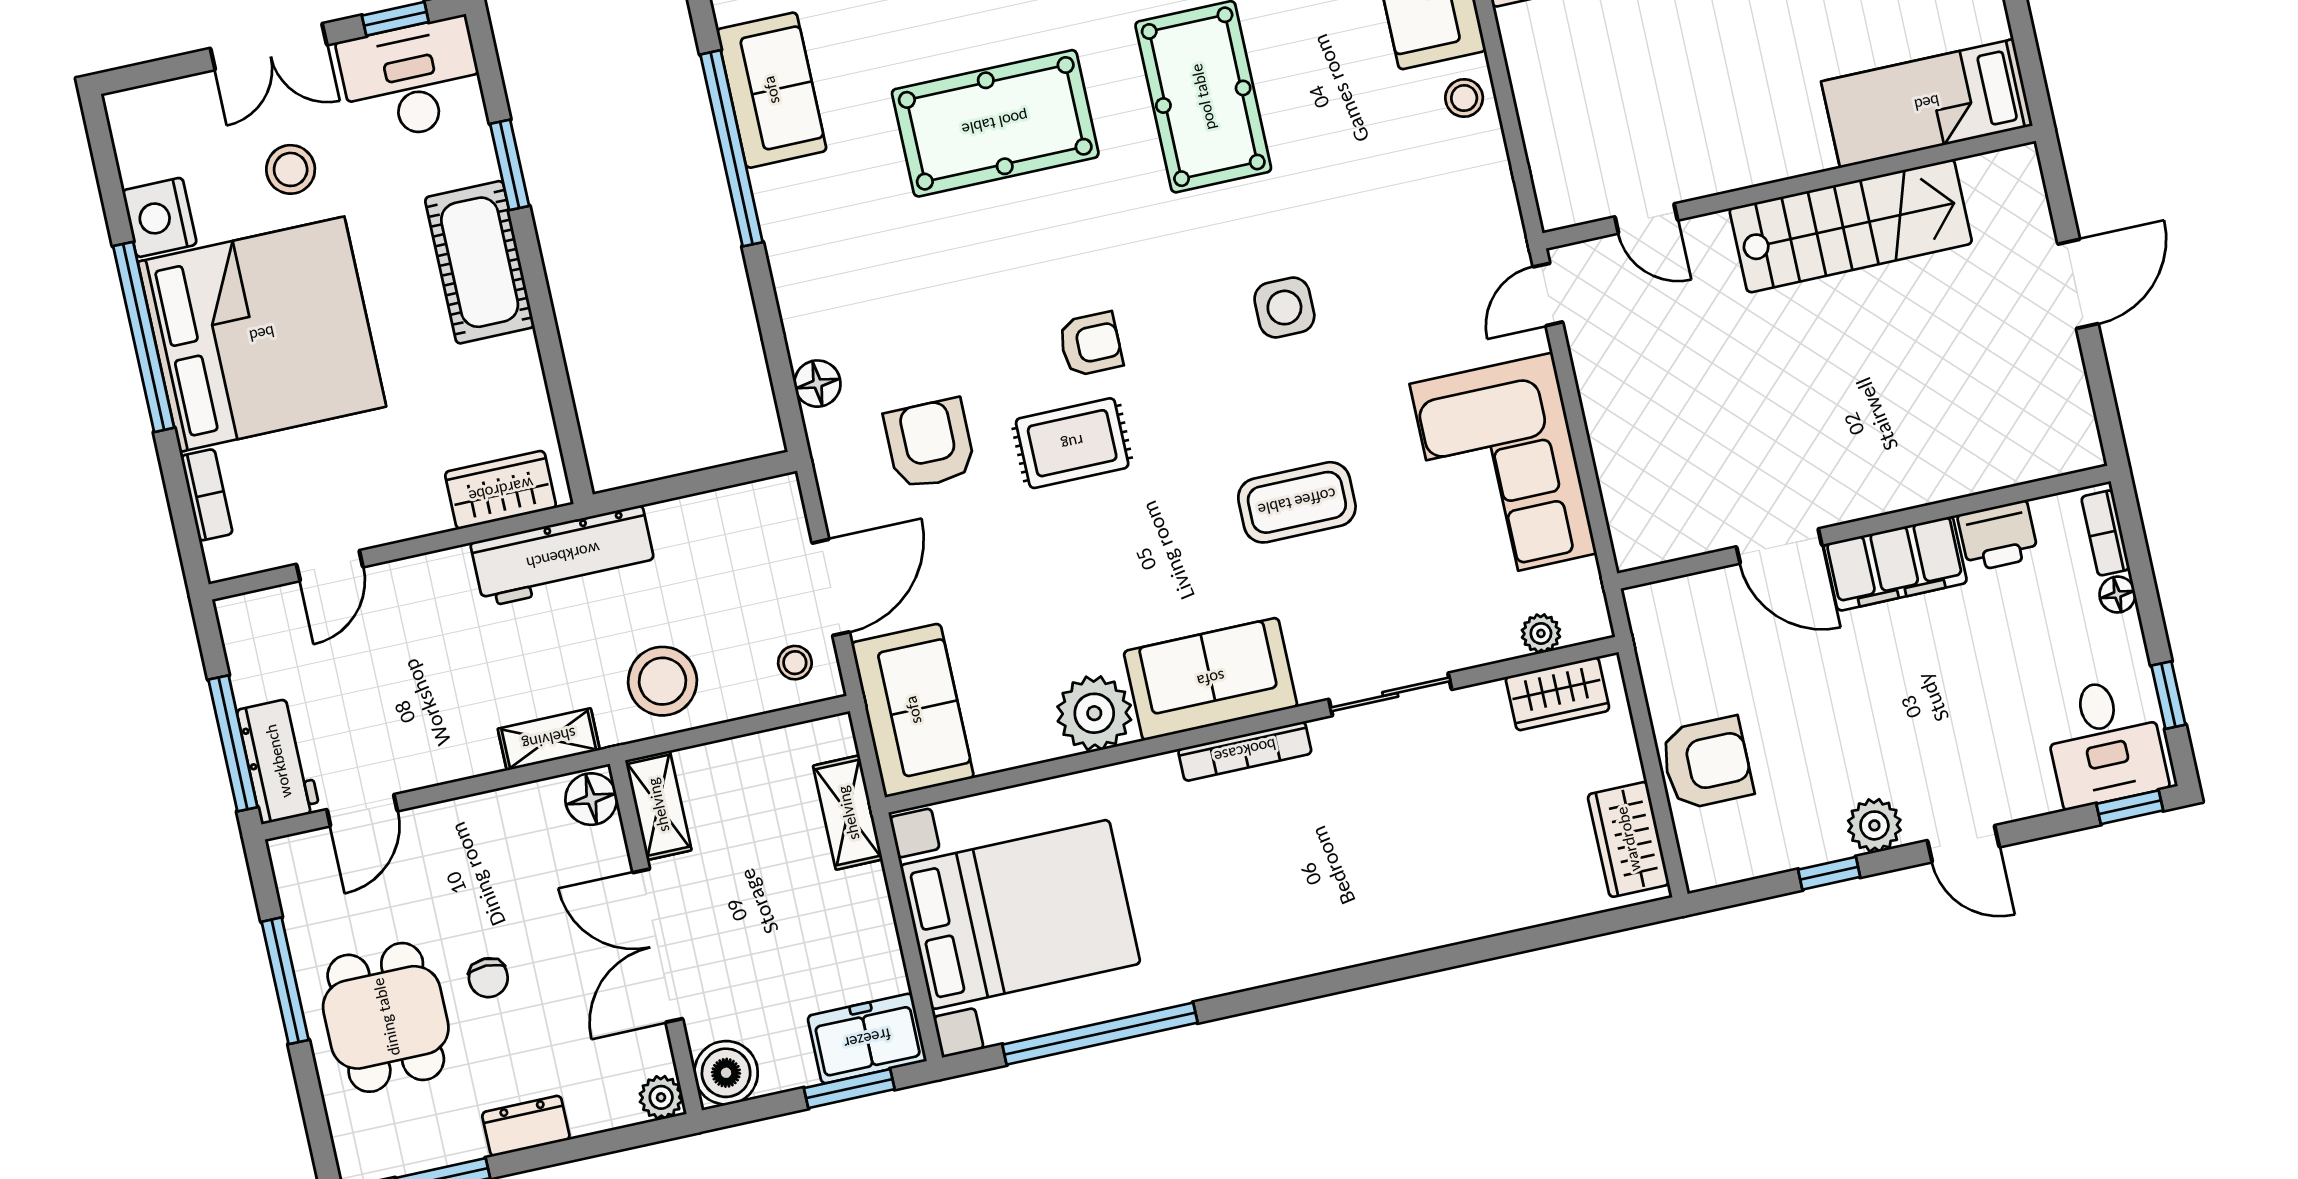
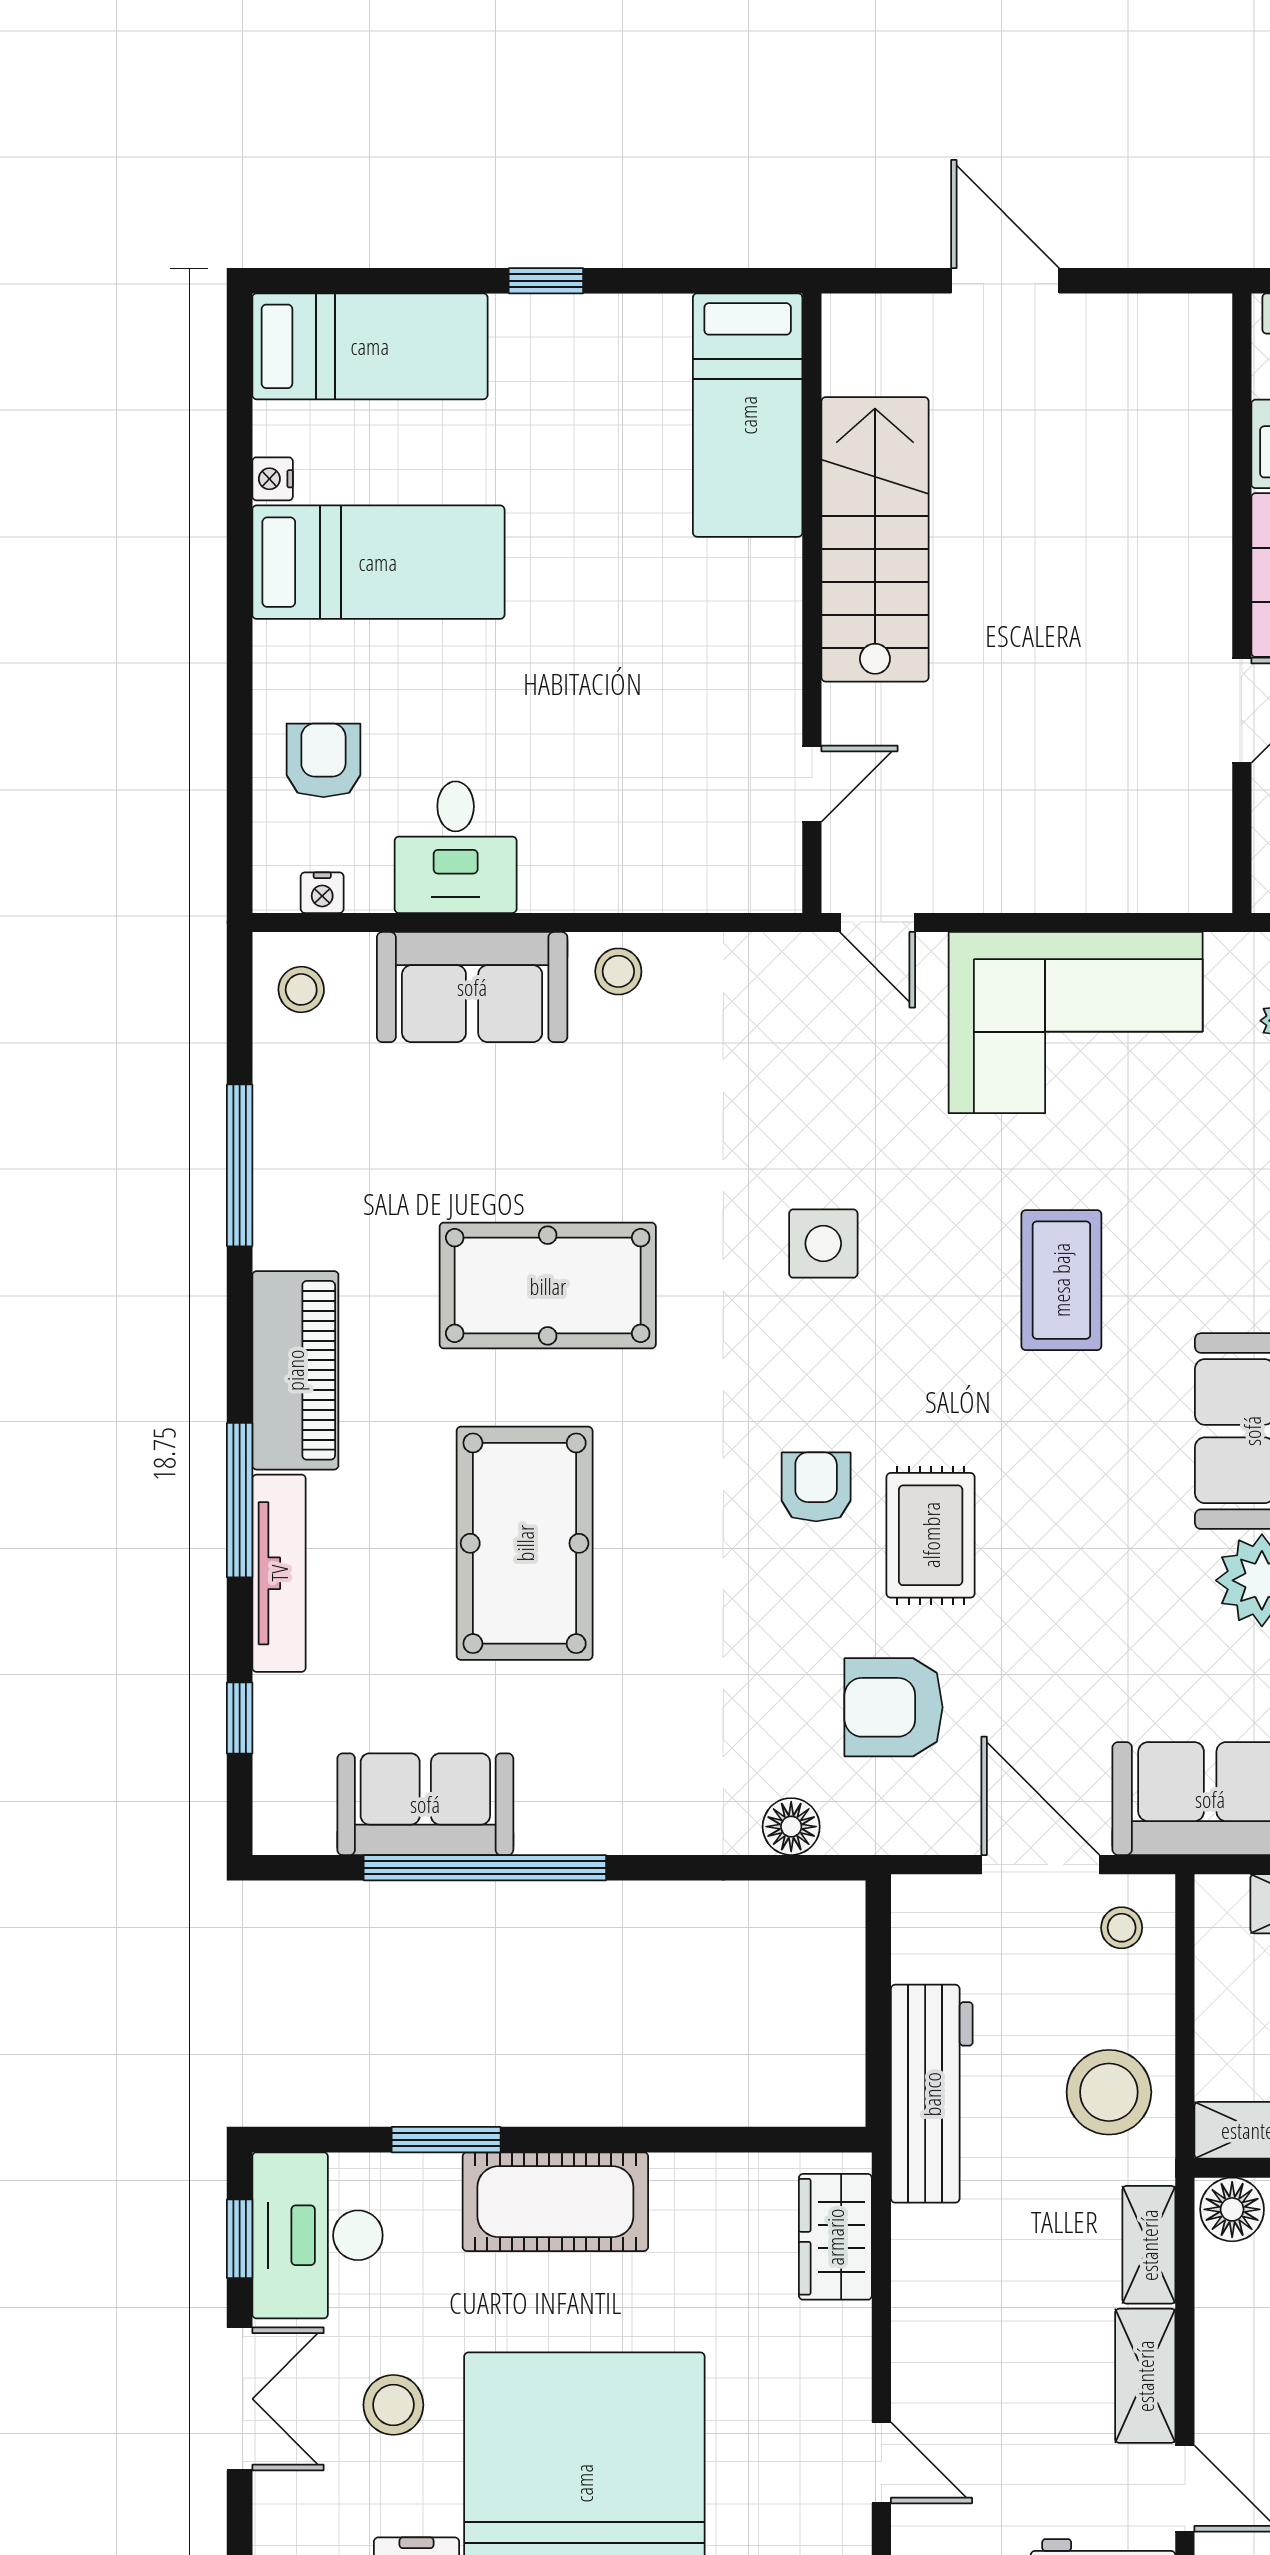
workbench: (563, 556) -> (932, 2094), moved
shelving: (444, 759) -> (1145, 2376), added

